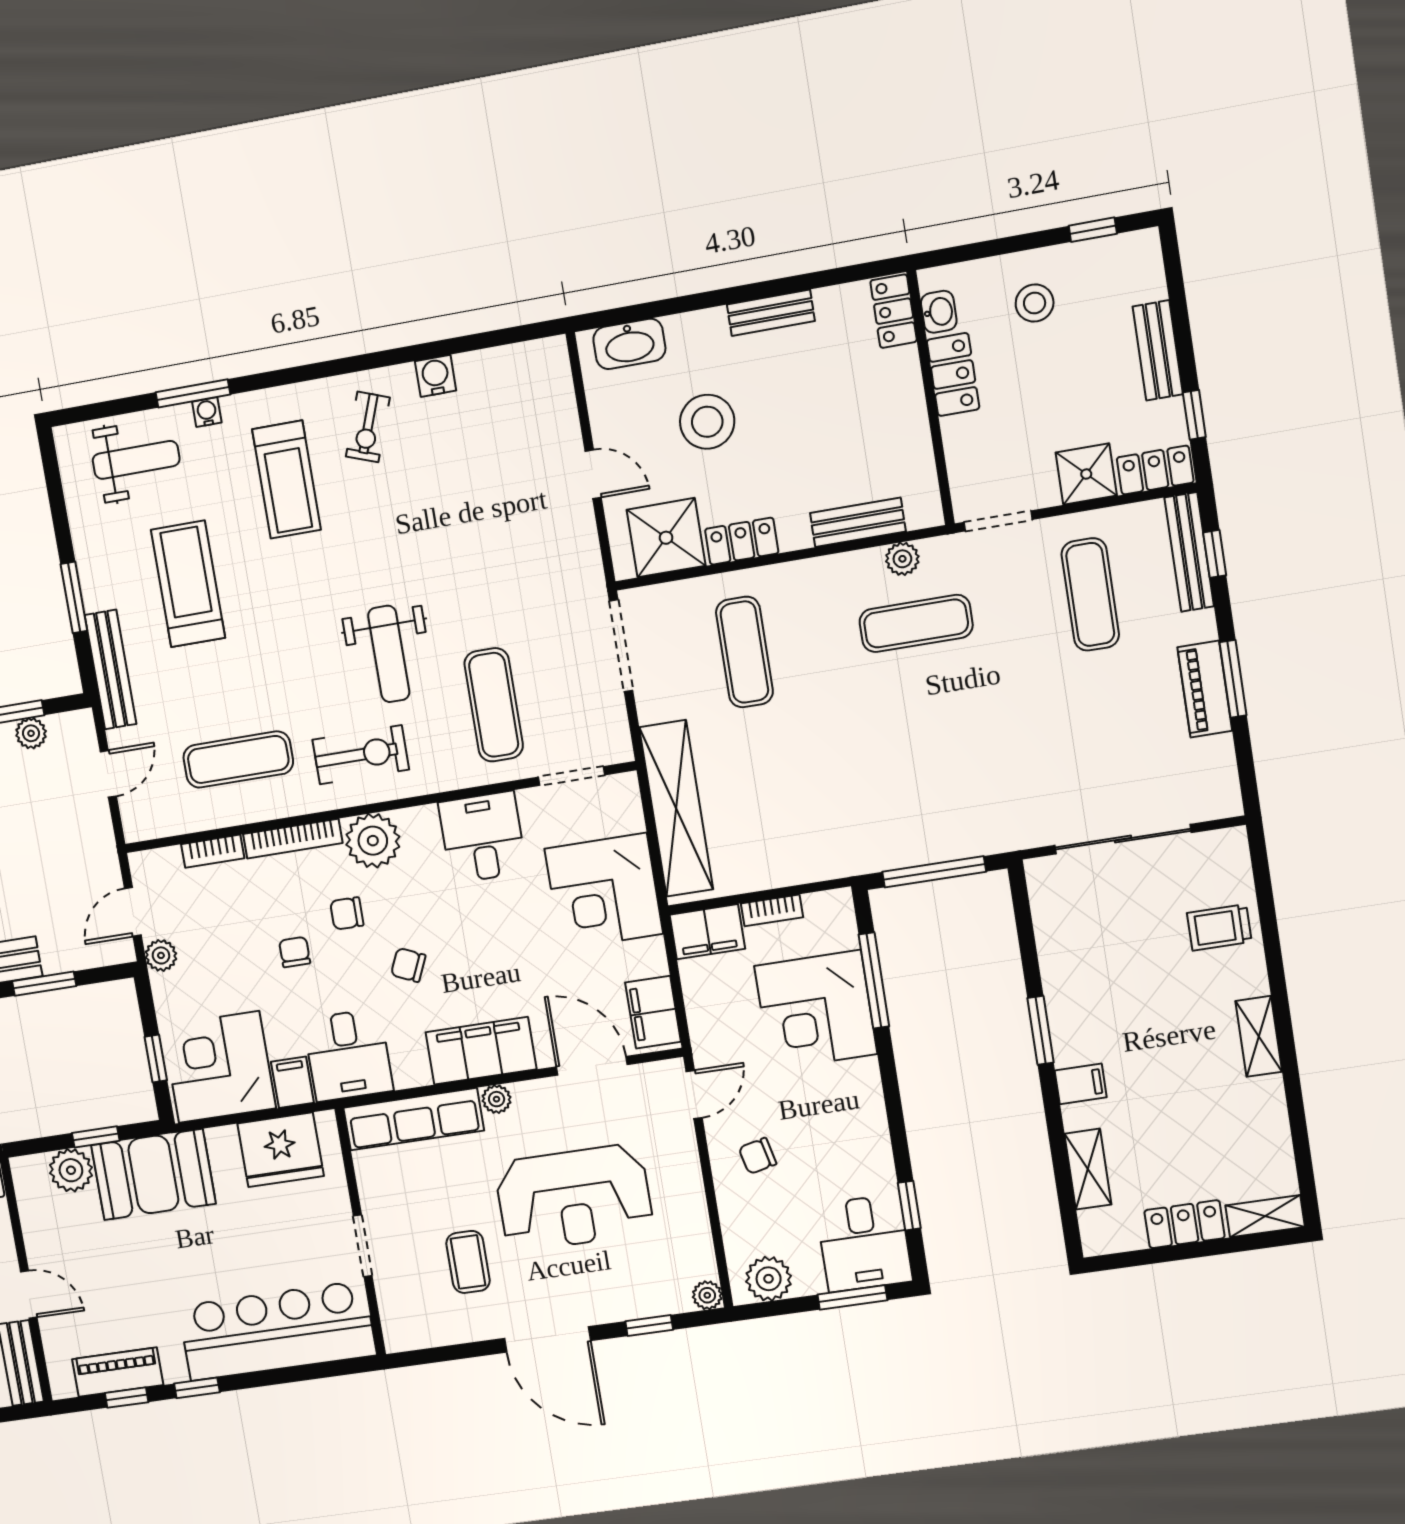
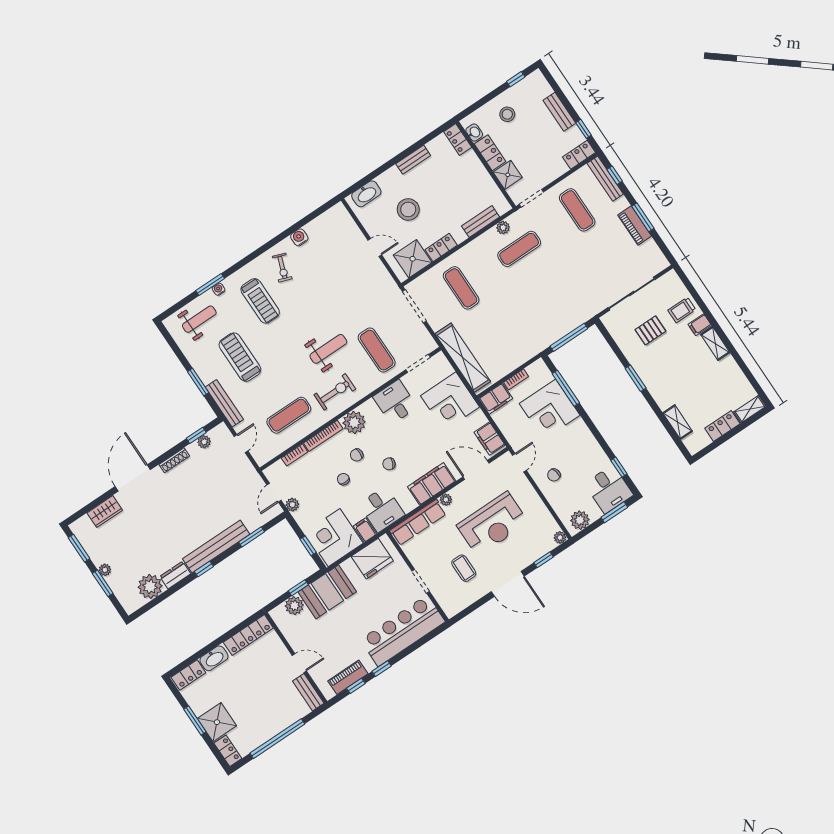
shower: (1086, 474) -> (508, 175), moved
weight bench: (389, 654) -> (328, 349), turned -90
pallet: (1126, 940) -> (650, 330), added
filing cabinet: (1081, 1084) -> (700, 325), moved, turned 180

